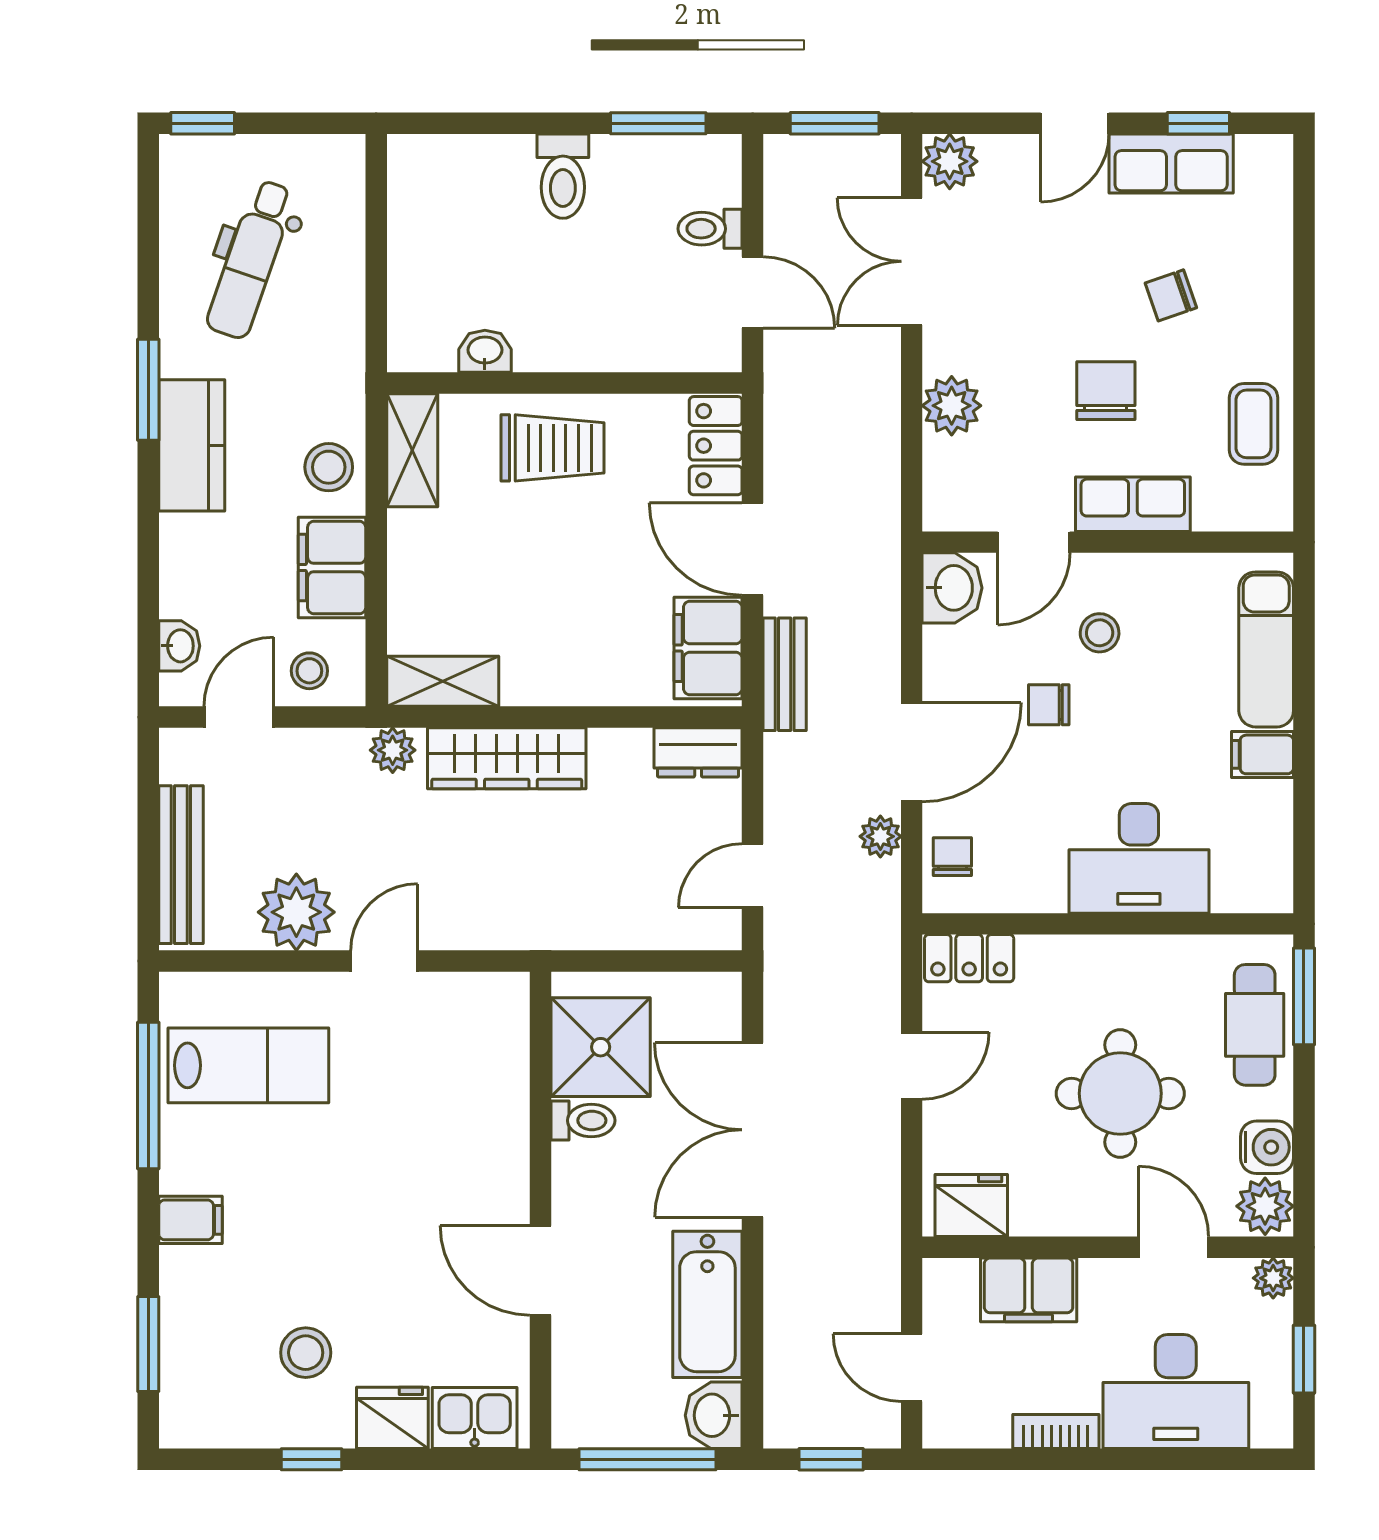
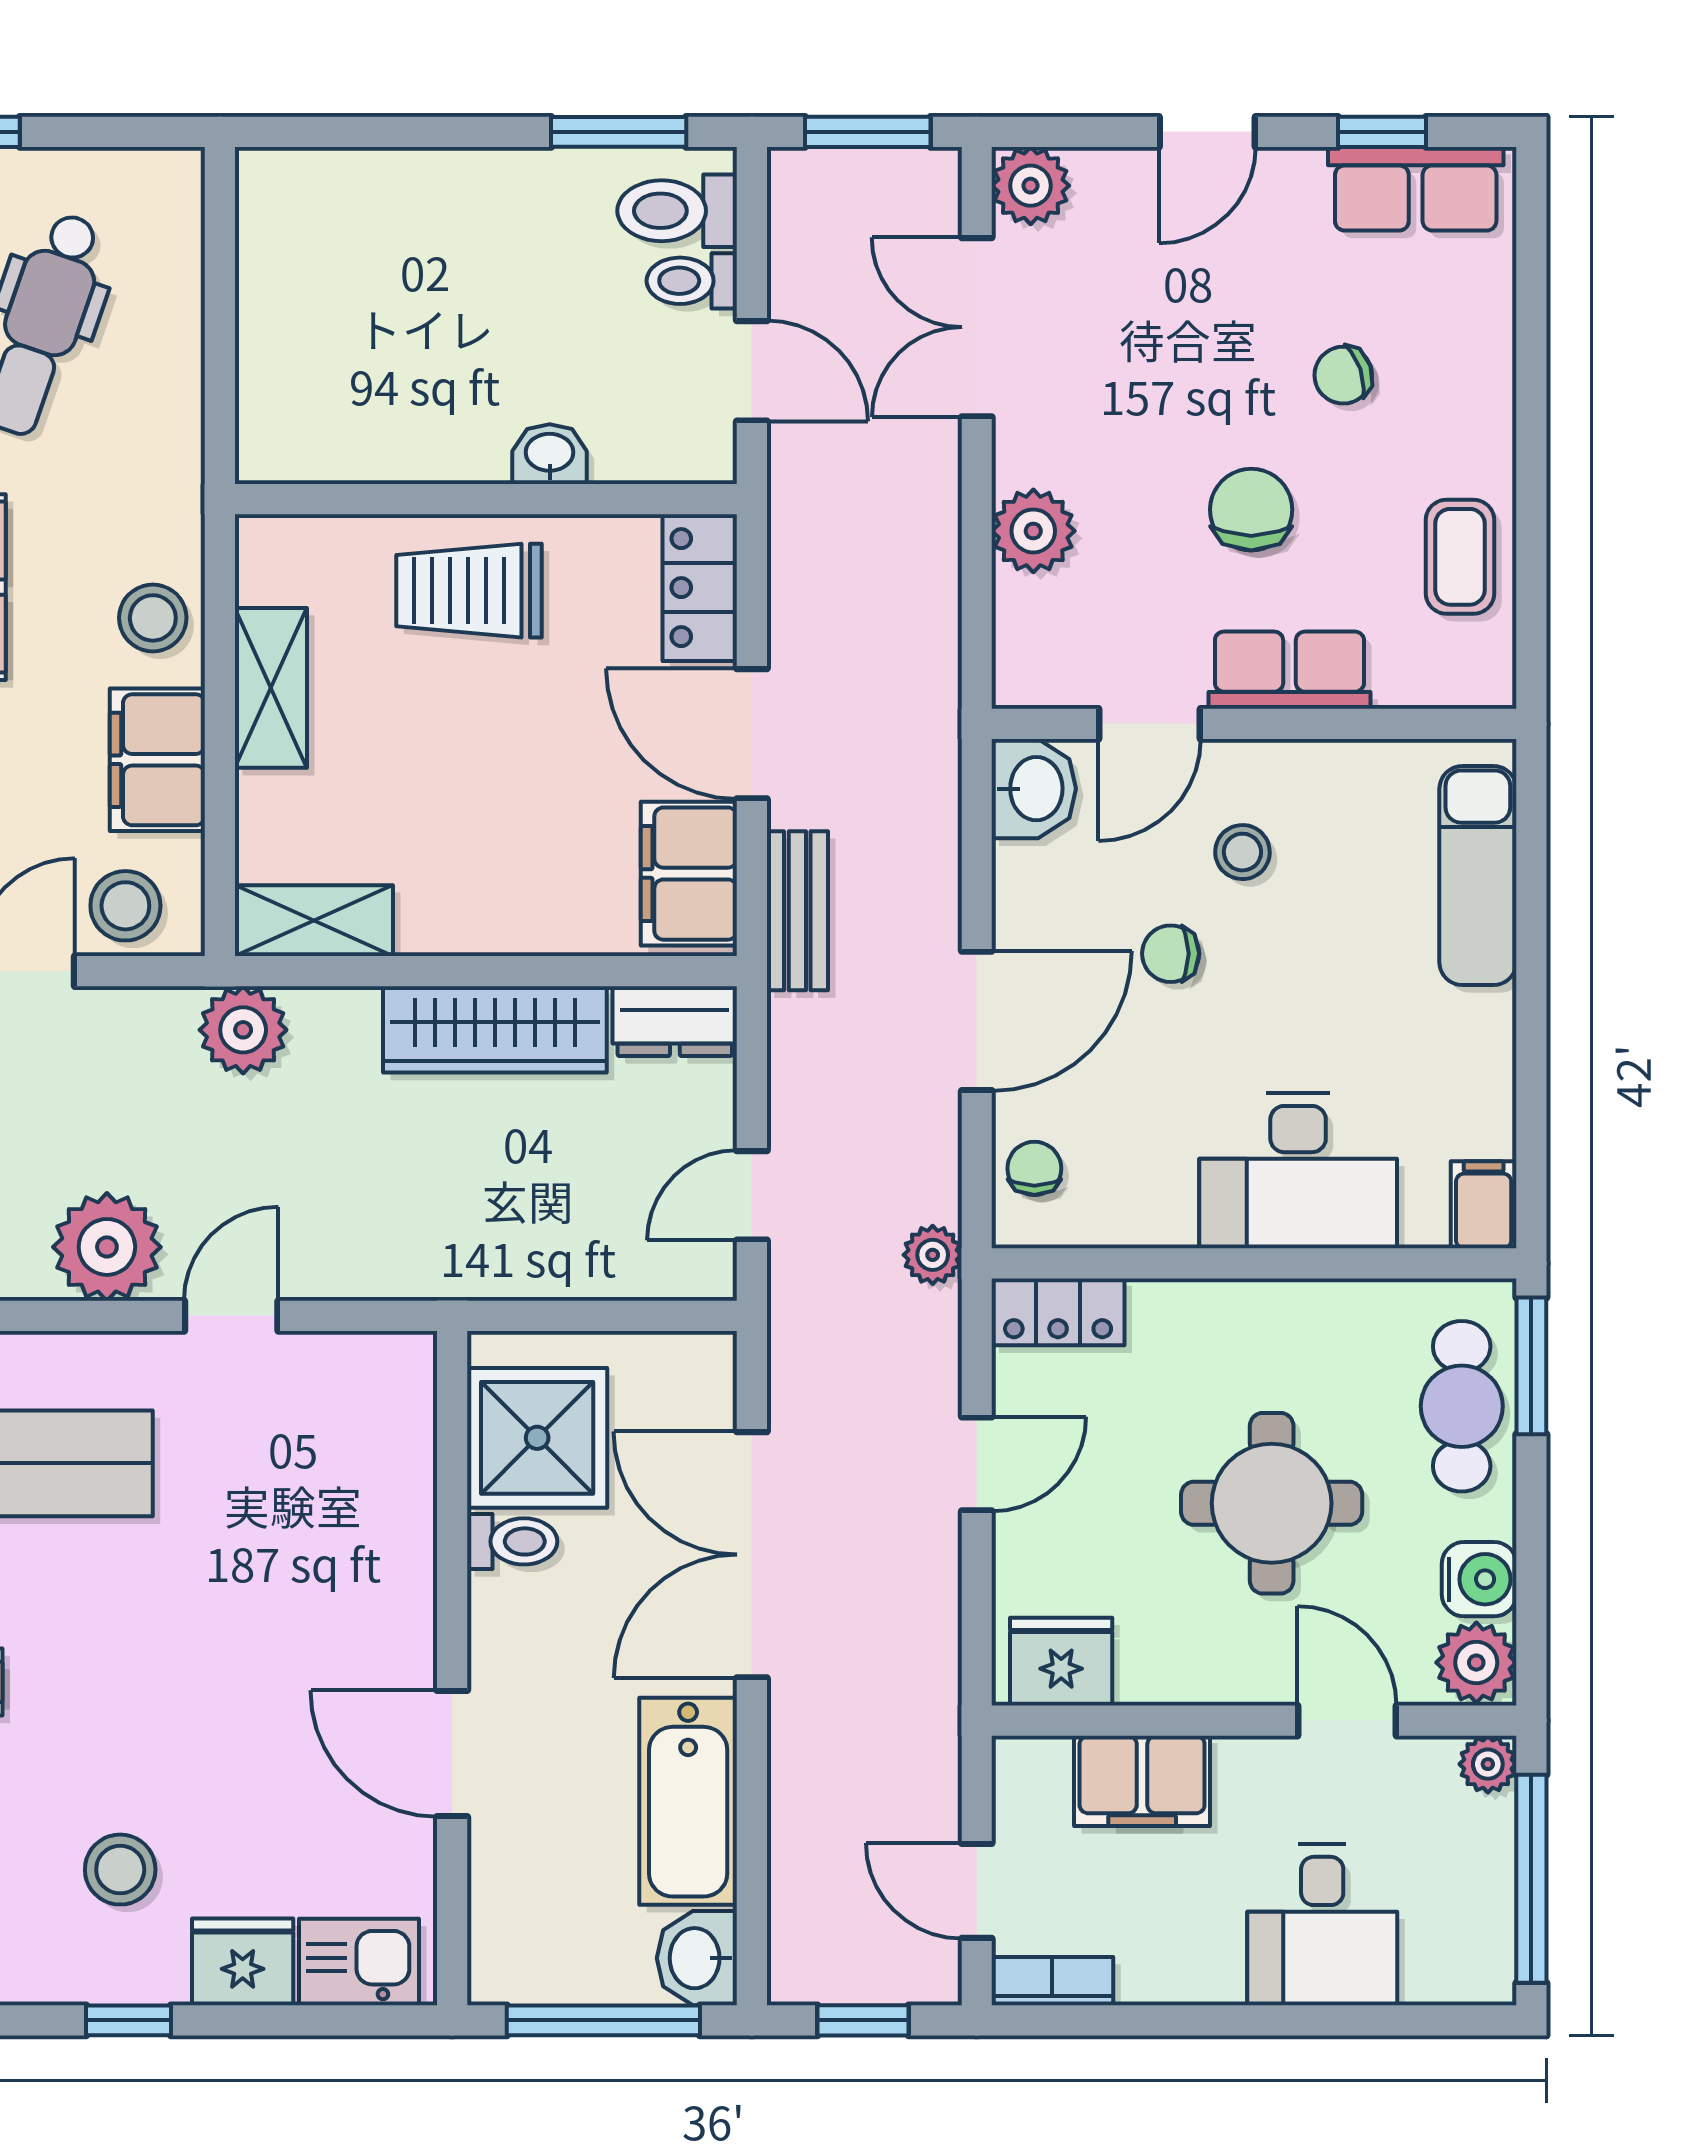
row of seats: (1171, 164) -> (1416, 189), moved
toilet: (563, 176) -> (677, 211), moved, turned 90
washbasin: (485, 351) -> (550, 454), moved
trolley: (552, 448) -> (469, 591), turned 180
shelving: (412, 450) -> (271, 688), moved
stool: (309, 671) -> (125, 906), width x1.37, depth x1.37
plant: (393, 750) -> (243, 1030), width x1.38, depth x1.38
filing cabinet: (1262, 754) -> (1484, 1205), moved, turned 90
wardrobe: (507, 758) -> (495, 1029), moved
plant: (880, 836) -> (933, 1255), moved
window: (1304, 1359) -> (1531, 1879), width x2.17
desk: (1176, 1392) -> (1322, 1925), width x0.73
bookcase: (1056, 1432) -> (1052, 1981), moved

